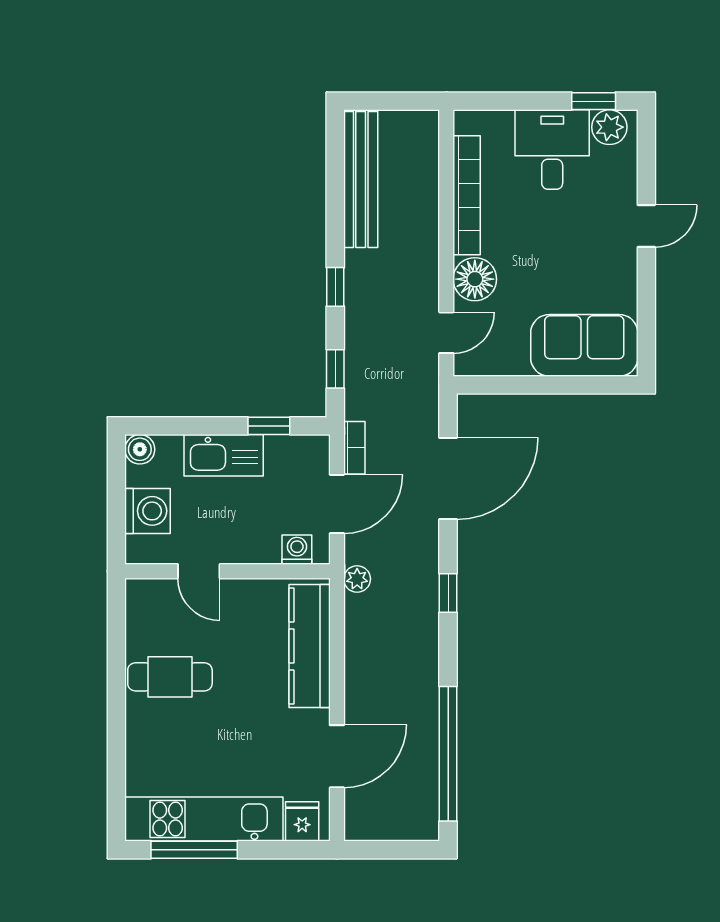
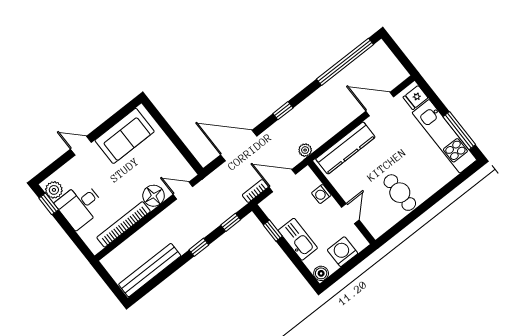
sofa: (584, 345) -> (125, 136), moved, turned -90
washing machine: (297, 550) -> (321, 194), moved

